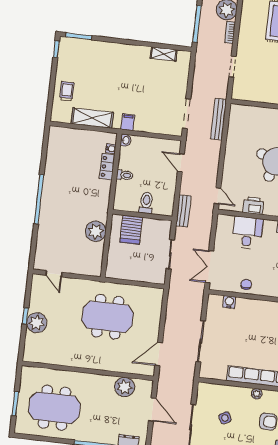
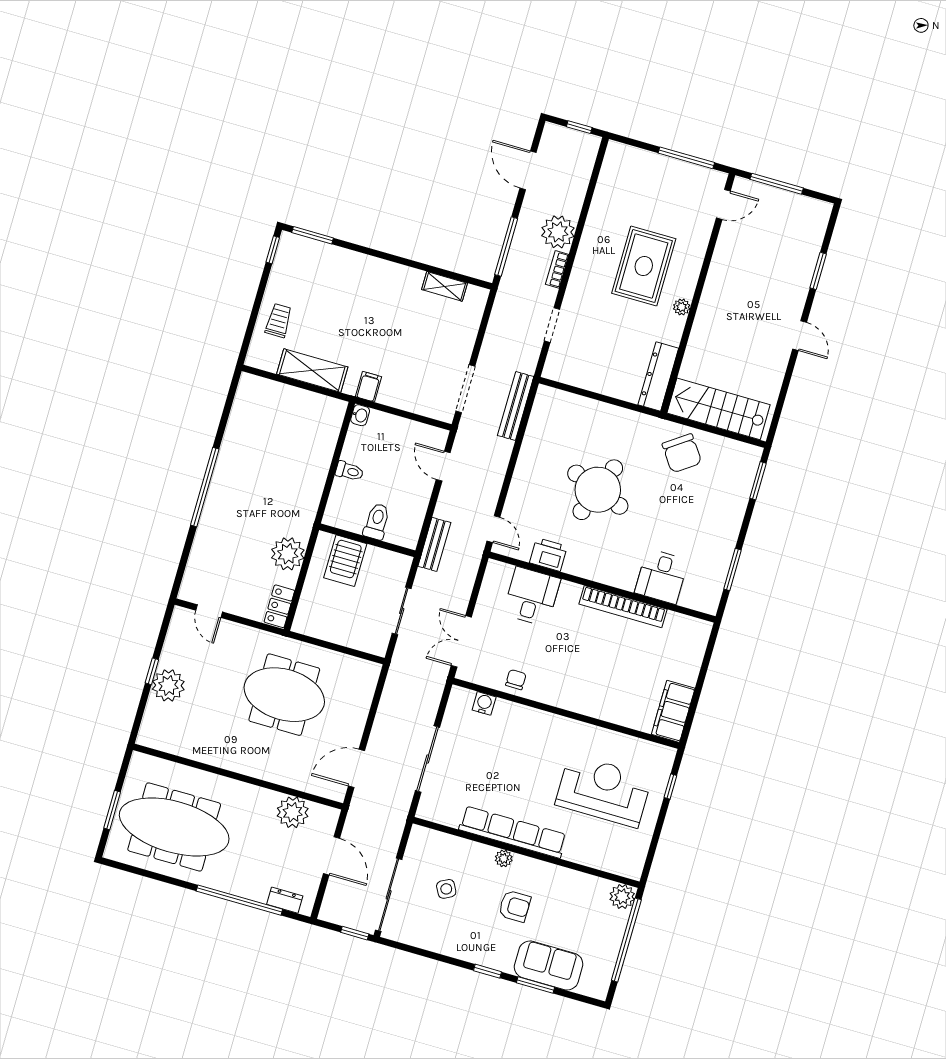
water cooler: (111, 149) -> (334, 425), removed
locker: (107, 167) -> (279, 606), moved
meeting table: (54, 408) -> (174, 827), width x1.36

